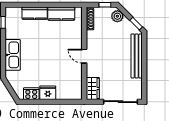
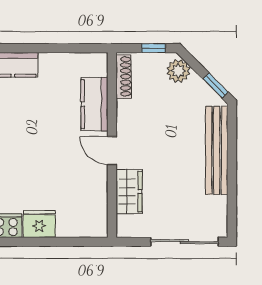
kitchen counter: (61, 14) -> (94, 104), moved, turned 90
wardrobe: (93, 88) -> (129, 192), moved

